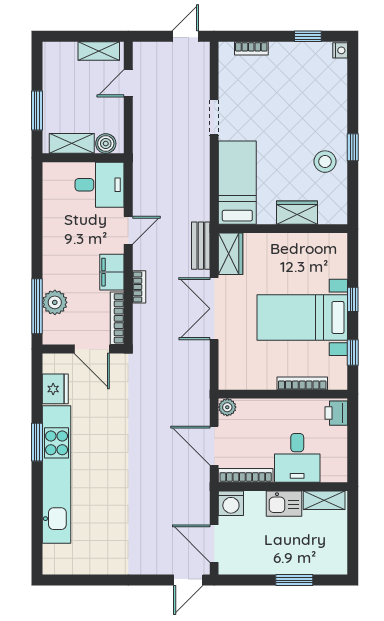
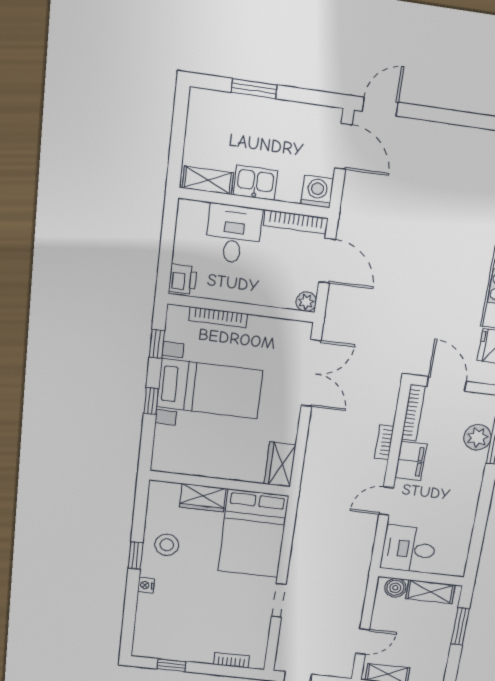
nightstand: (340, 50) -> (146, 585), moved
bed: (237, 183) -> (253, 534), width x1.50
bench: (201, 246) -> (311, 476), removed
double door: (214, 309) -> (311, 373), moved

